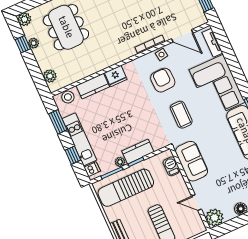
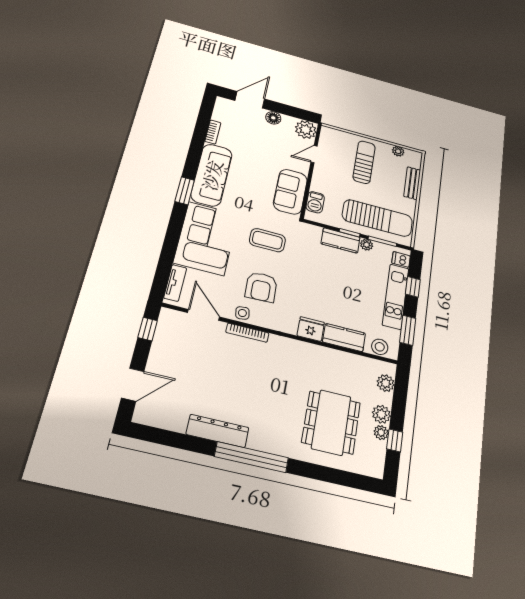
plant: (24, 19) -> (381, 414), moved
coffee table: (181, 115) -> (267, 240), turned 90
door: (196, 203) -> (314, 154), swing flipped

